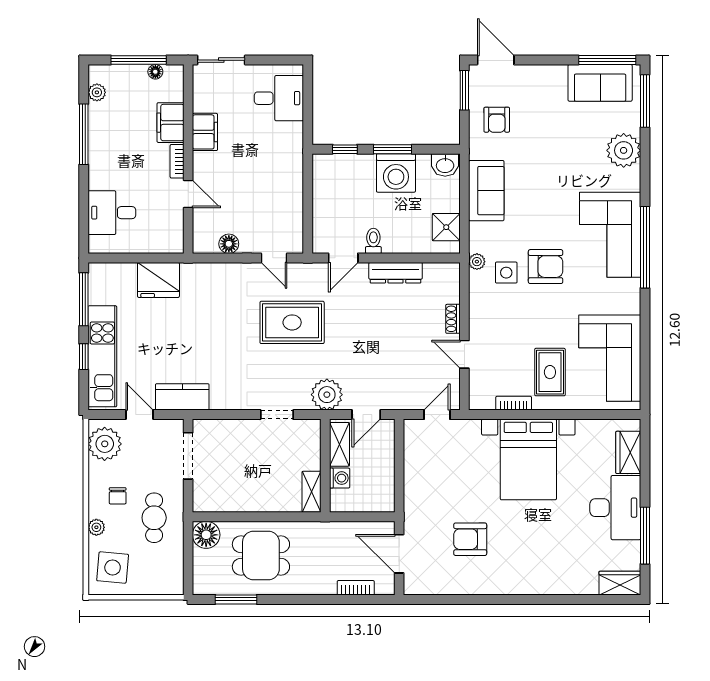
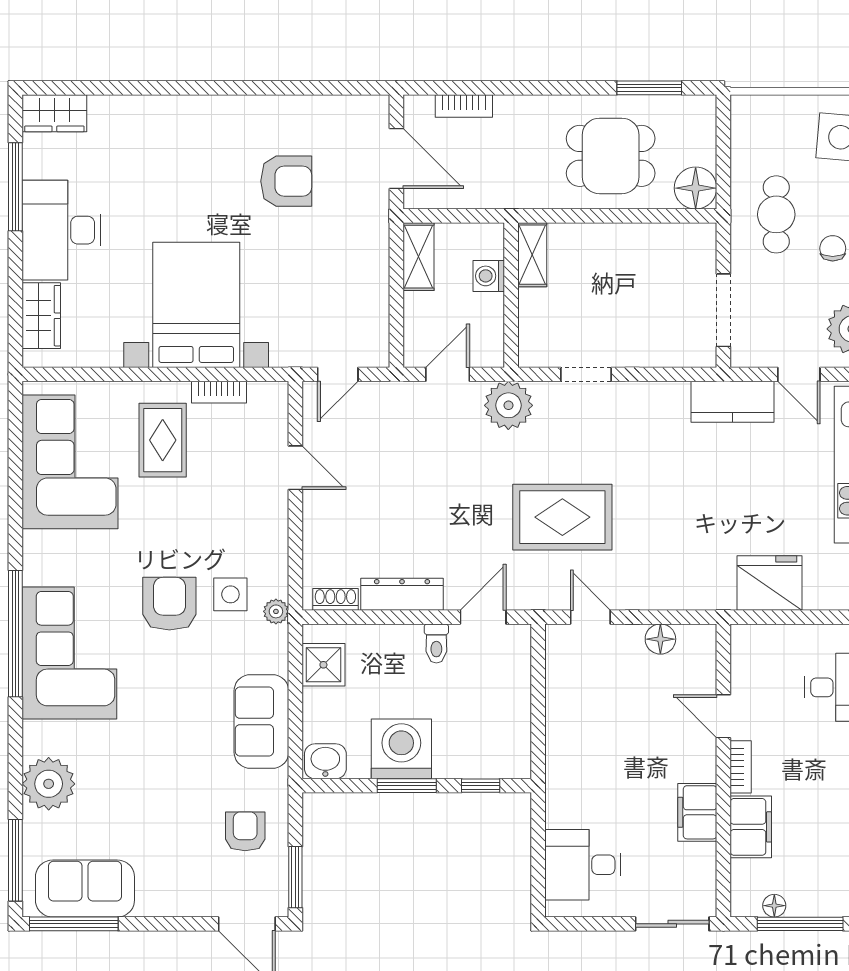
armchair: (546, 267) -> (169, 604), turned 90
shoe rack: (453, 319) -> (335, 599), moved, turned -90
shelving: (339, 444) -> (418, 257), moved

